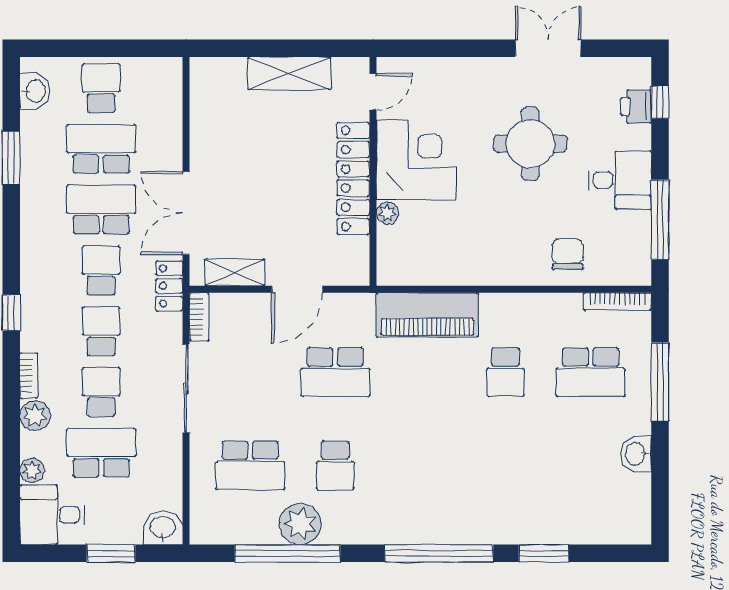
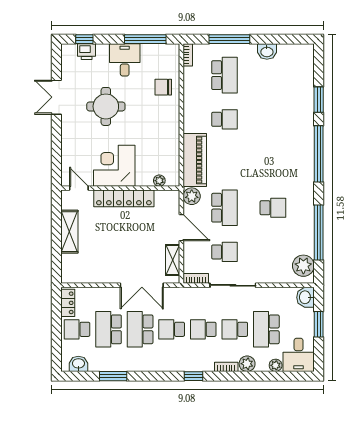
plant: (387, 213) -> (159, 181), moved
locker: (169, 286) -> (68, 303), moved, turned -90
bookcase: (617, 301) -> (188, 55), width x0.64
plant: (358, 309) -> (192, 196), added
school desk: (250, 465) -> (224, 252), moved, width x0.54
plant: (300, 524) -> (303, 266), moved

